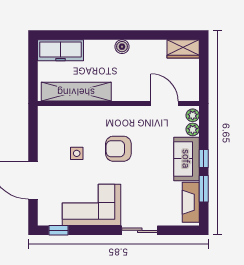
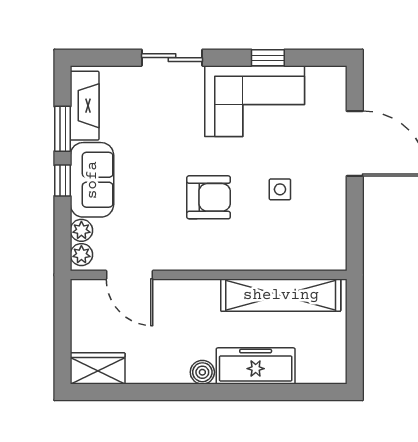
freezer: (61, 50) -> (256, 366), moved
window: (58, 230) -> (268, 58), moved

